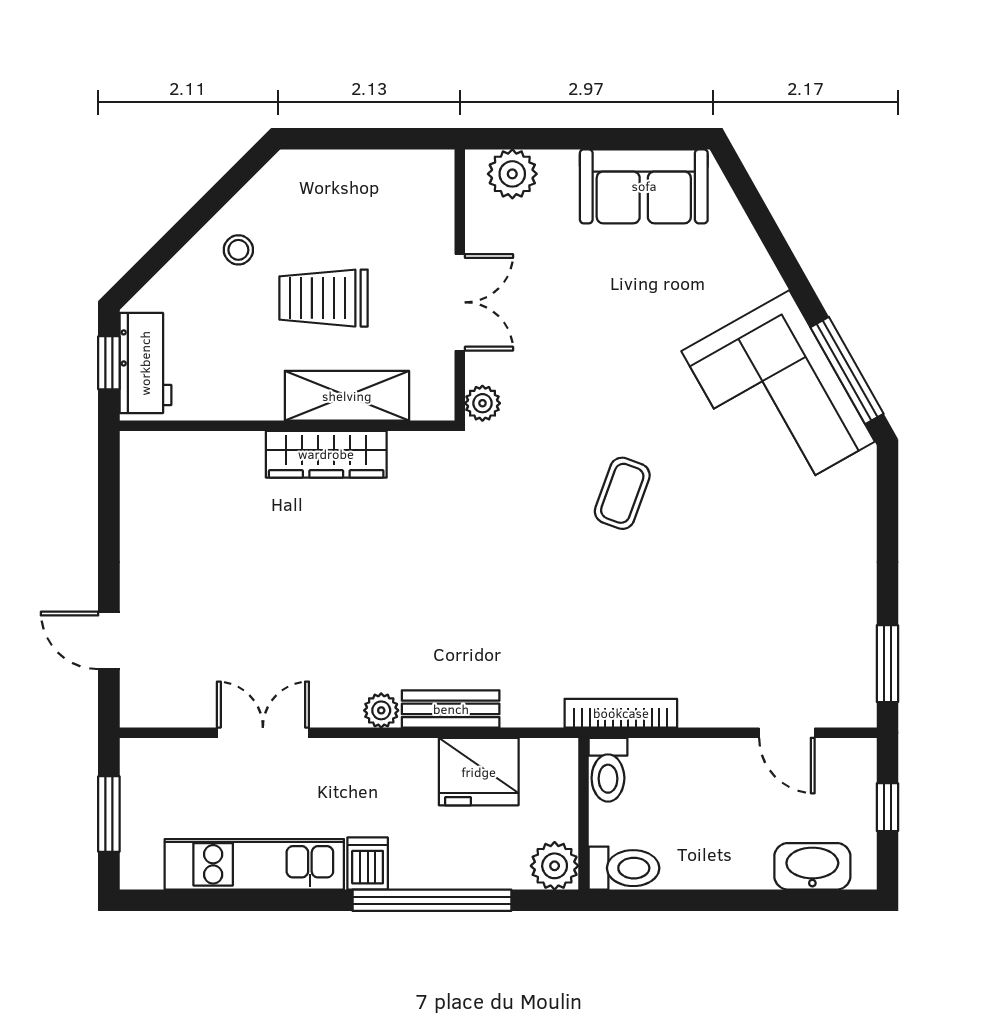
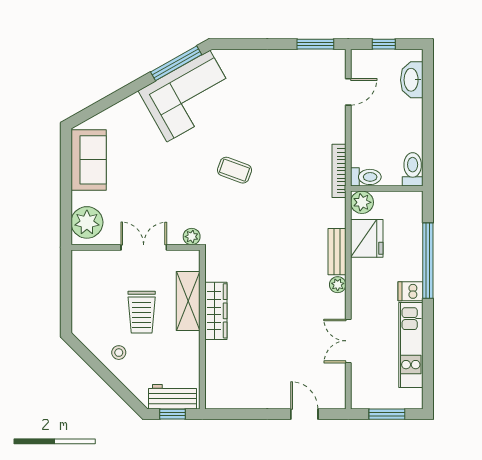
plant: (512, 174) -> (87, 222), width x1.36, depth x1.36
door: (109, 640) -> (304, 414), swing flipped
plant: (555, 866) -> (362, 202), moved

